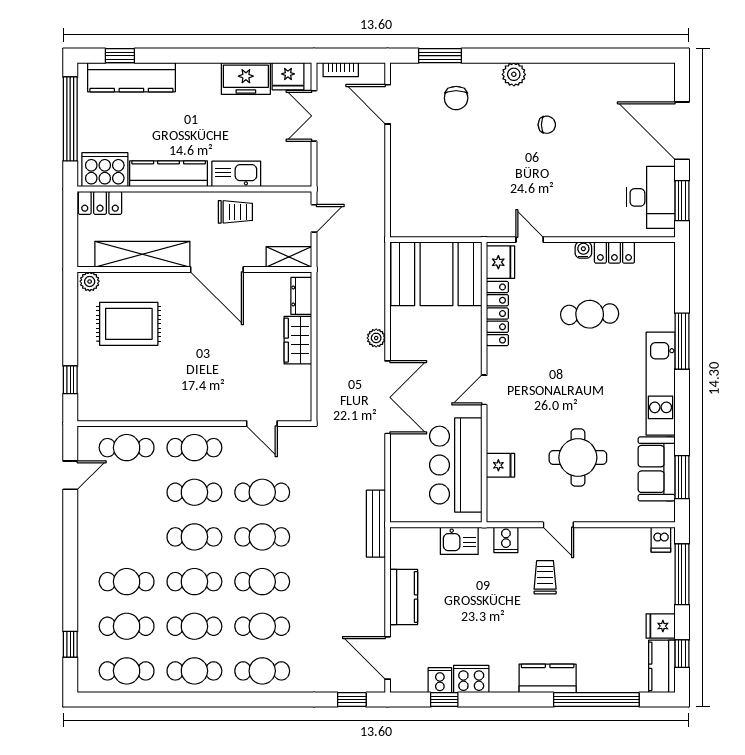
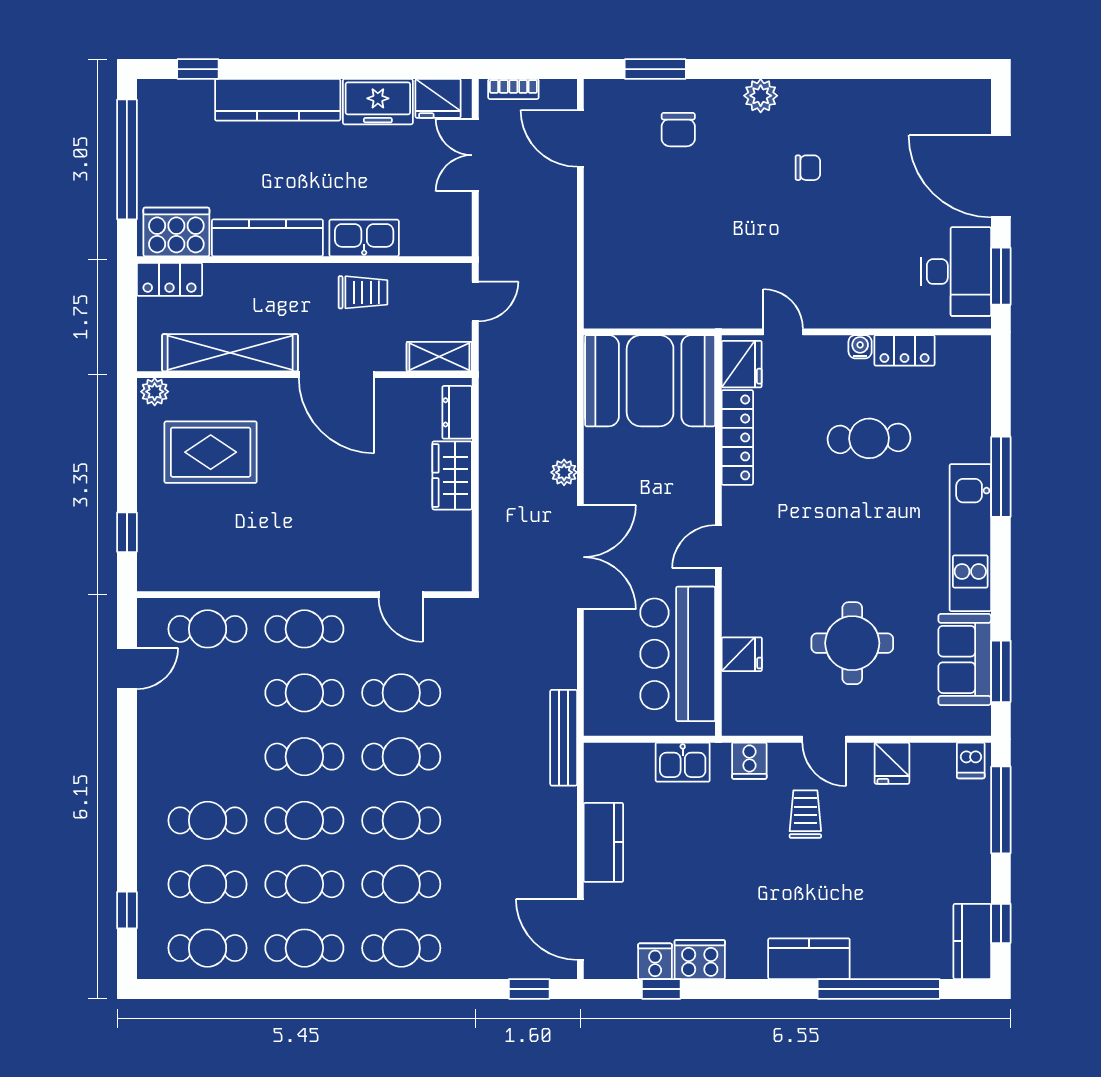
kitchen counter: (131, 77) -> (278, 100), moved
fridge: (661, 626) -> (892, 763), moved, turned -90

